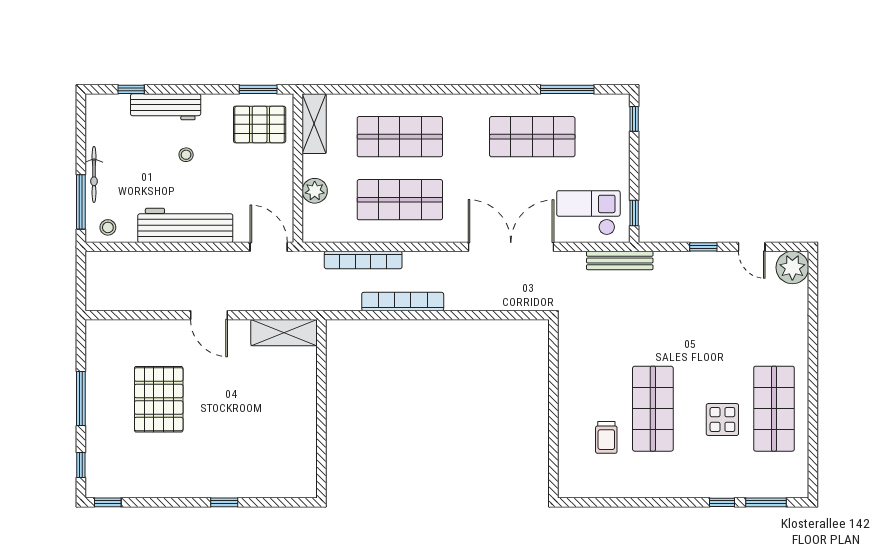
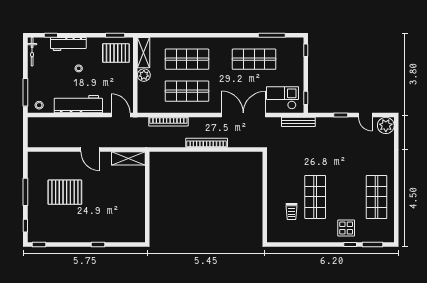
bicycle: (94, 174) -> (32, 52), moved
plant: (315, 191) -> (144, 75), moved
bookcase: (403, 302) -> (207, 143), moved
pallet: (159, 399) -> (65, 192), turned 90
display table: (722, 420) -> (346, 228), moved

